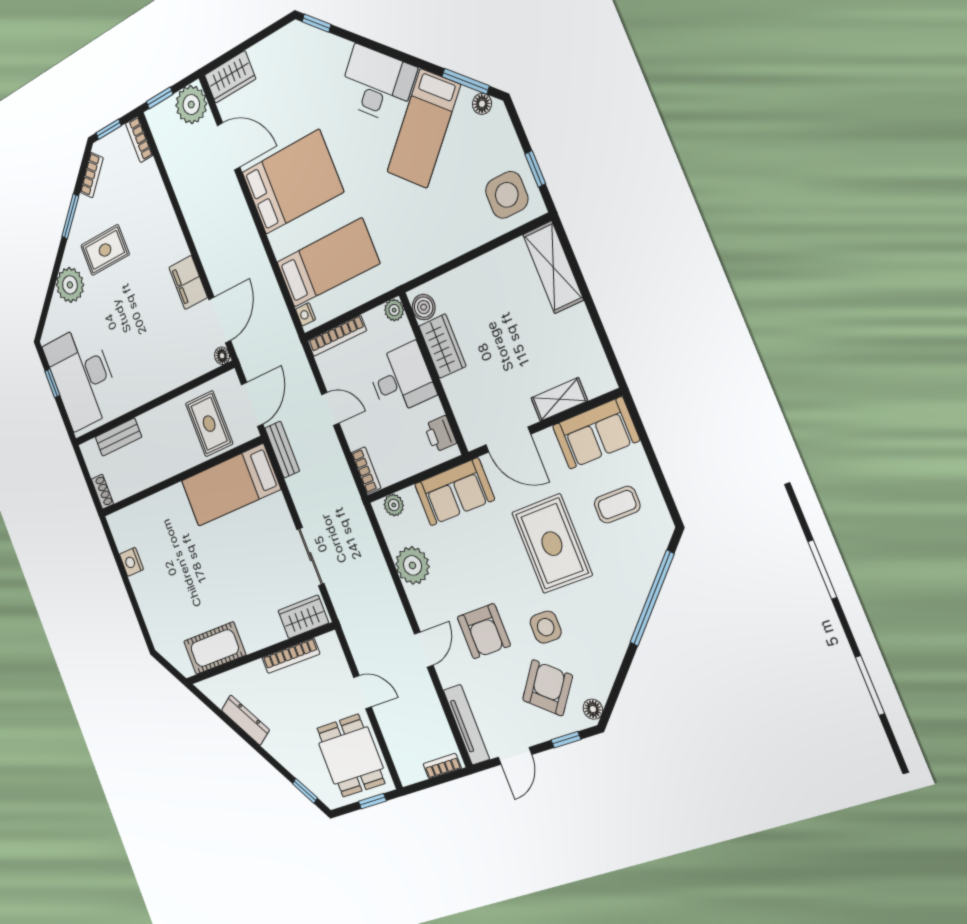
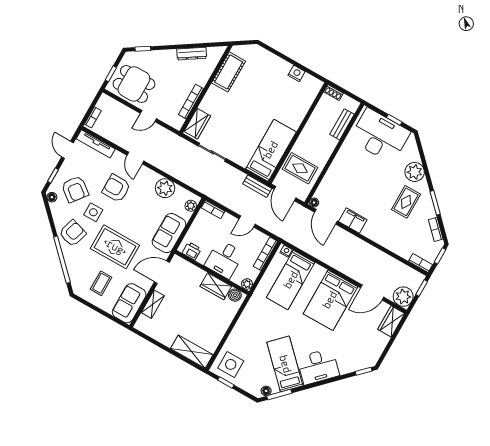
armchair: (603, 625) -> (72, 233), added

